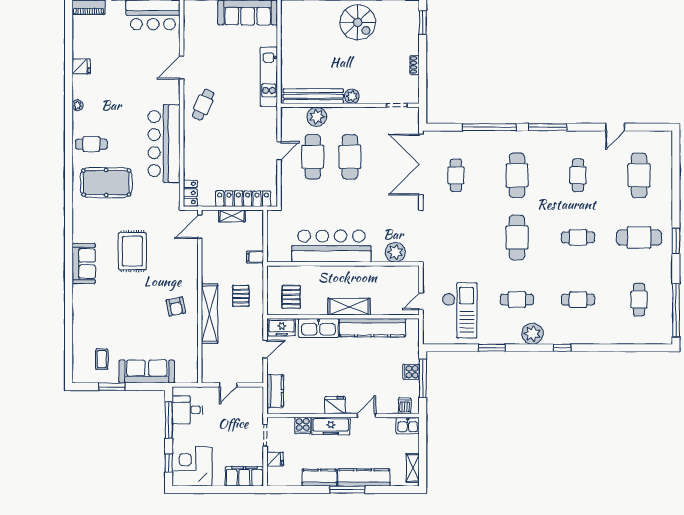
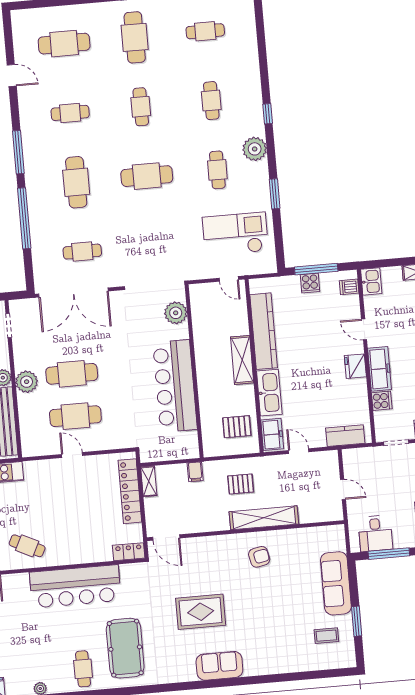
plant: (317, 117) -> (27, 382), moved
cafe table: (517, 175) -> (76, 182), turned 90
shelving: (232, 216) -> (149, 481), moved

